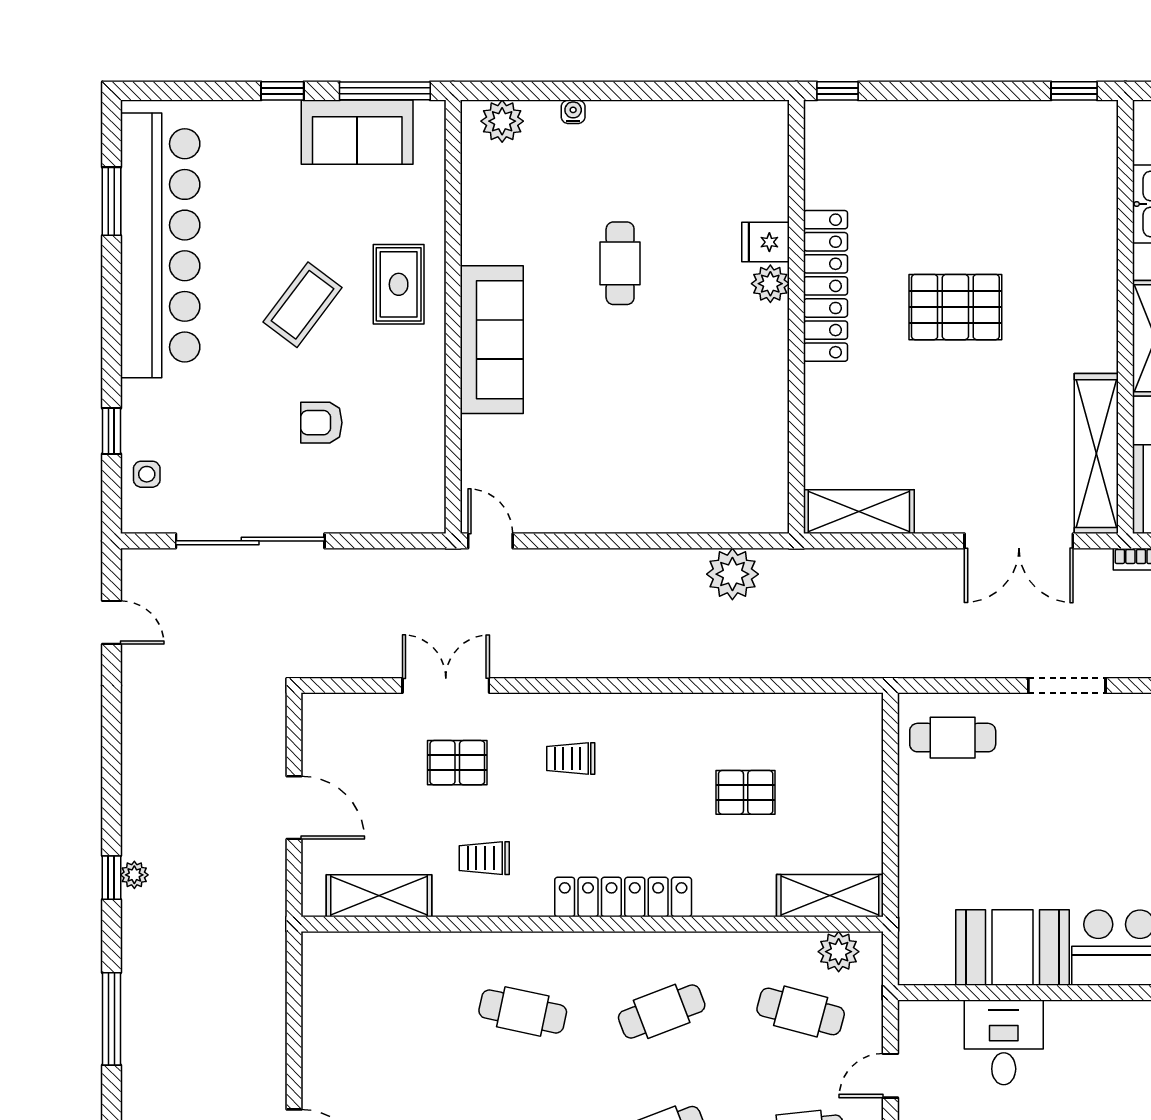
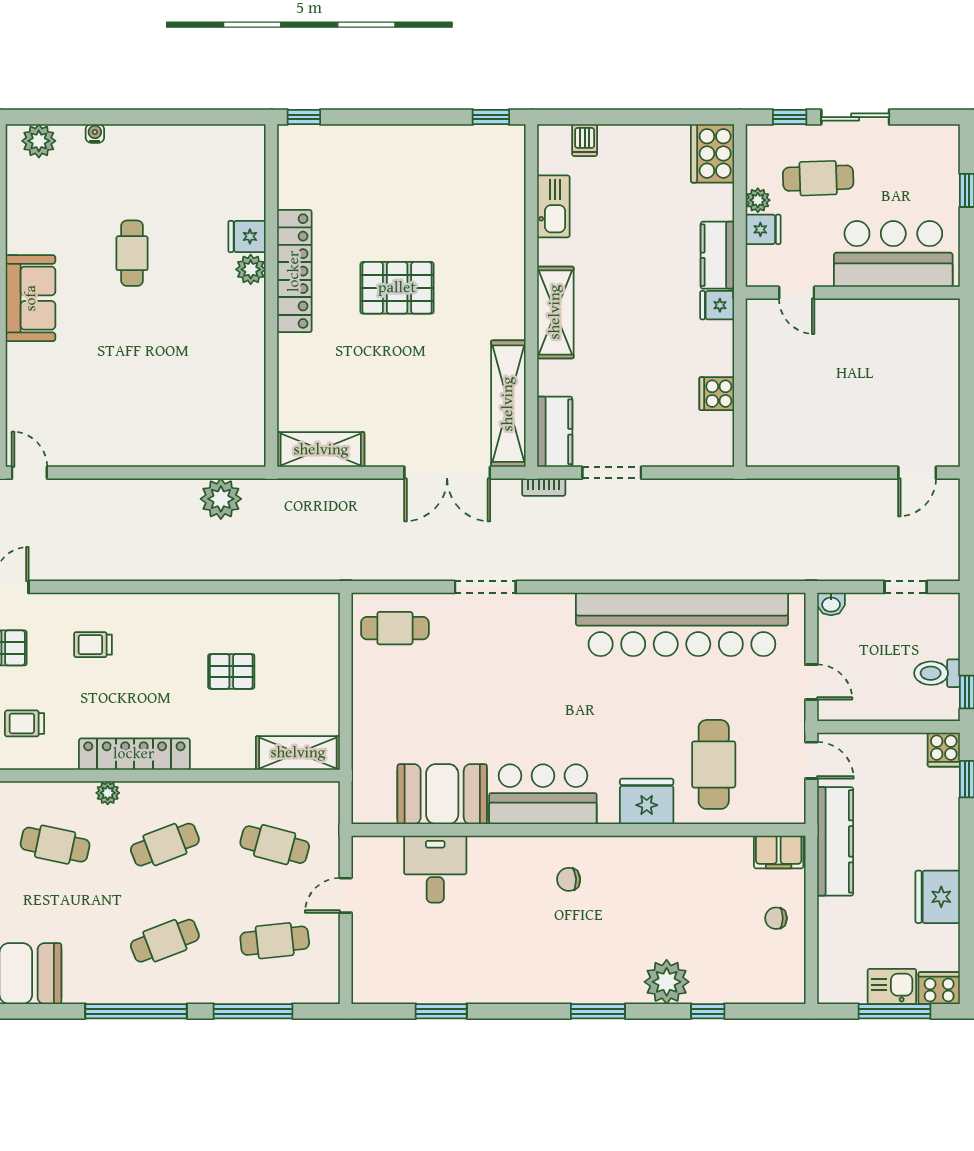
sofa: (492, 340) -> (31, 298), width x0.73
plant: (839, 952) -> (108, 793), moved, width x0.73, depth x0.73

